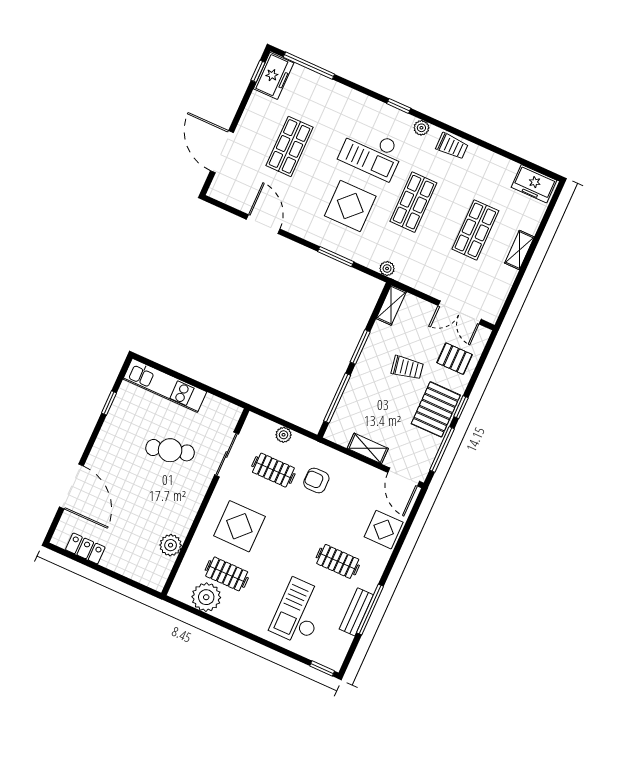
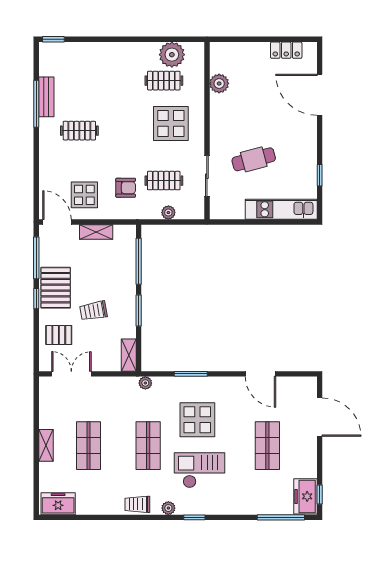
display table: (384, 530) -> (84, 195), moved
checkout: (299, 612) -> (92, 76), removed

